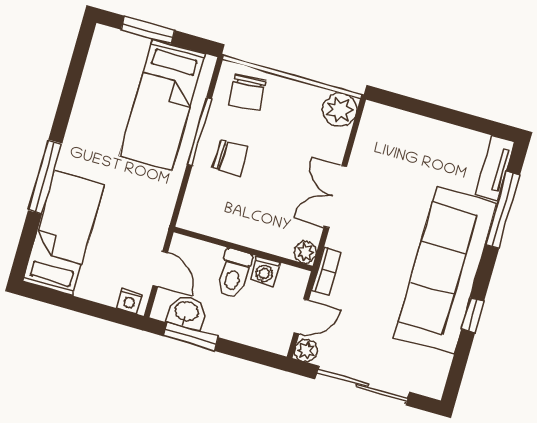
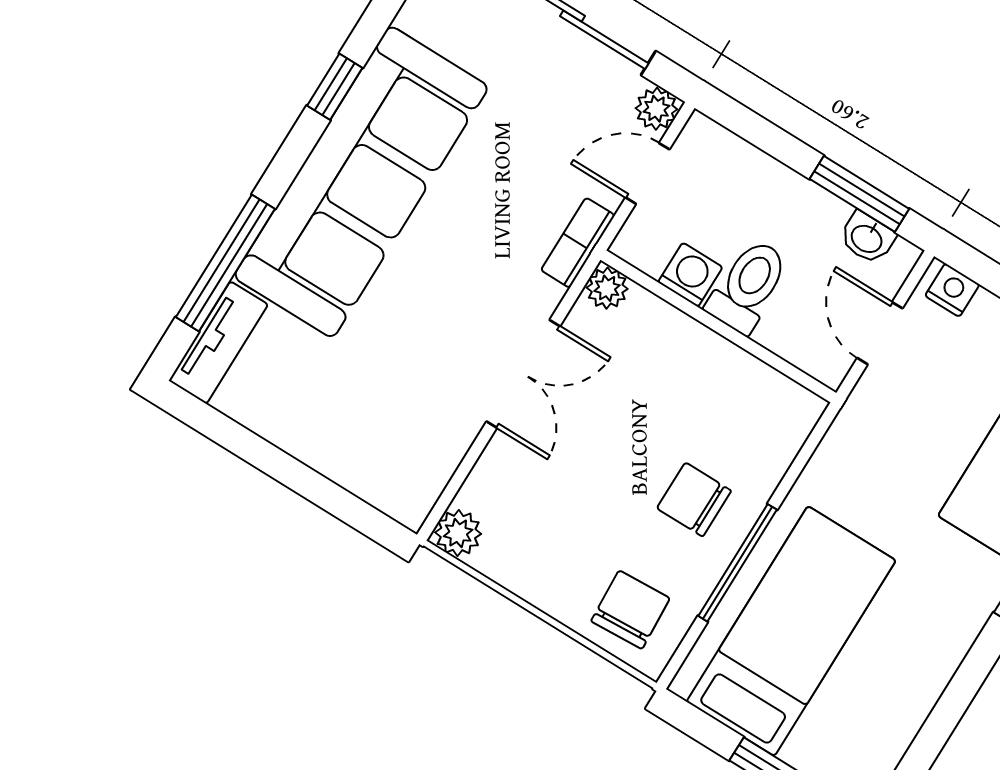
plant: (340, 110) -> (458, 533), width x0.73, depth x0.73
washbasin: (186, 312) -> (867, 238), width x0.72, depth x0.69

